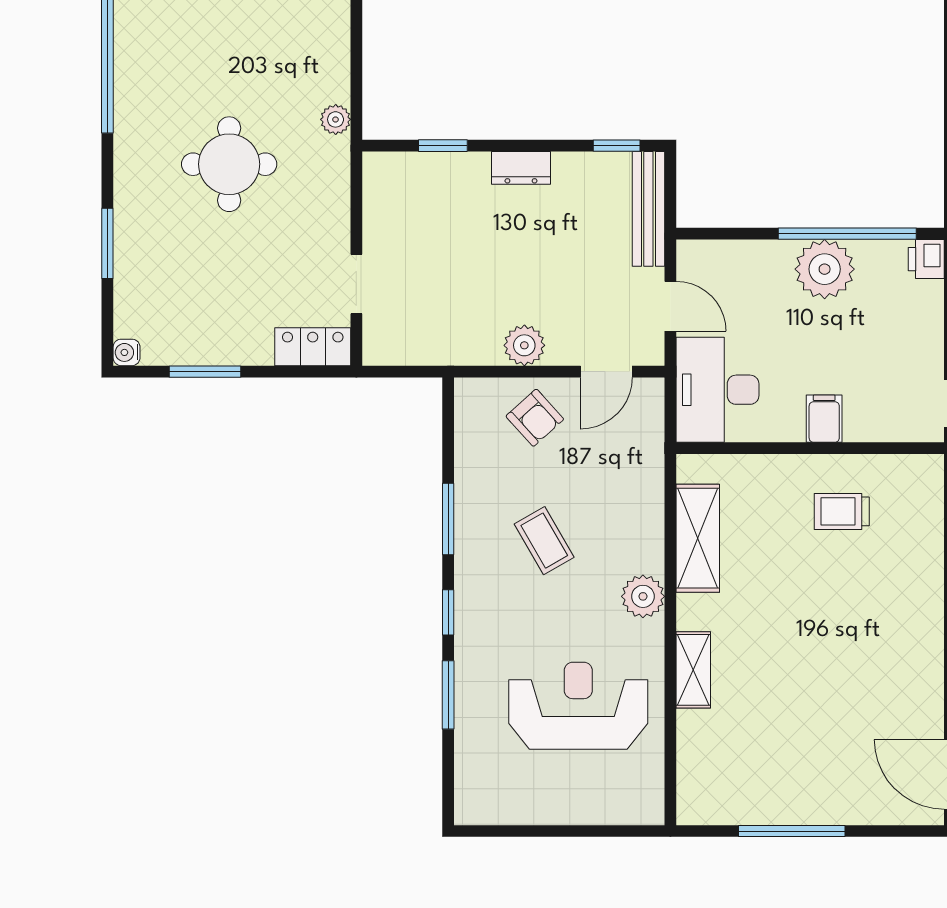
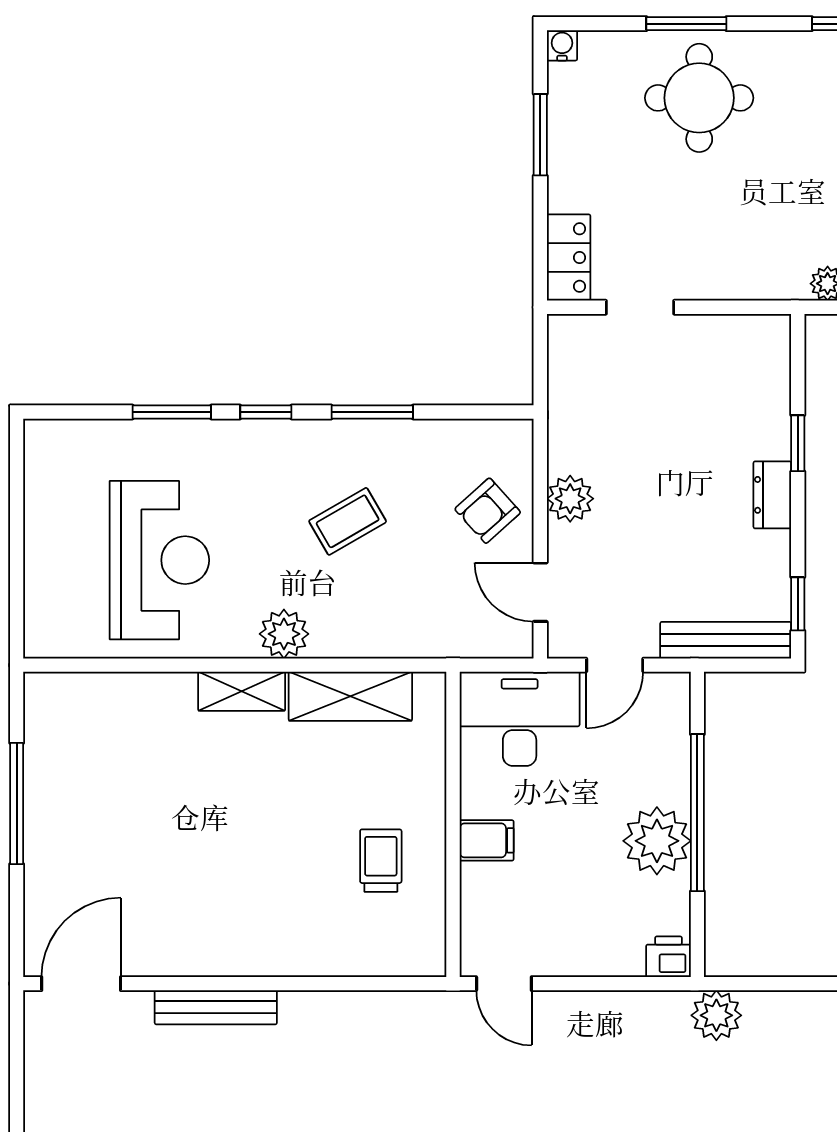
window: (443, 146) -> (798, 443), moved
round table: (229, 164) -> (699, 98), moved
window: (847, 234) -> (697, 813), moved
shelving: (693, 670) -> (242, 691), moved

